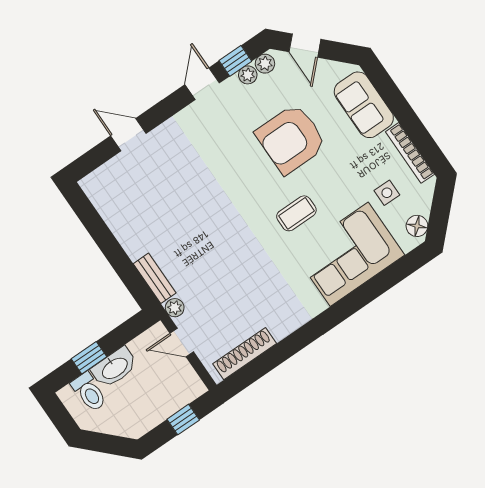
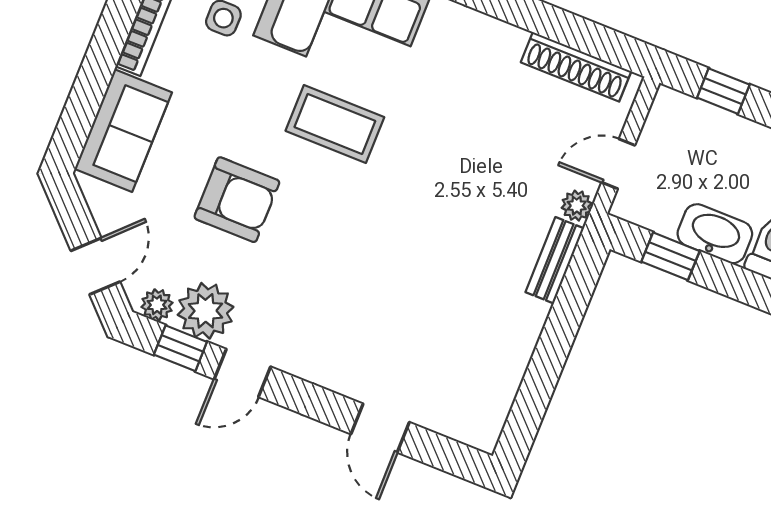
plant: (248, 75) -> (206, 311), width x1.88, depth x1.88
armchair: (291, 139) -> (237, 200), width x0.73, depth x0.73
coffee table: (296, 213) -> (335, 124), width x1.36, depth x1.30
door: (182, 343) -> (618, 164), swing flipped
window: (89, 358) -> (670, 256), moved

